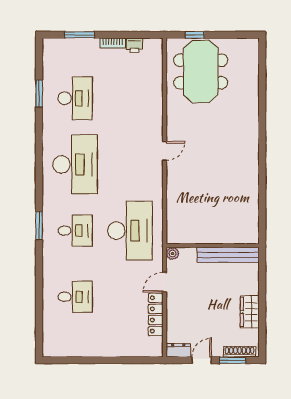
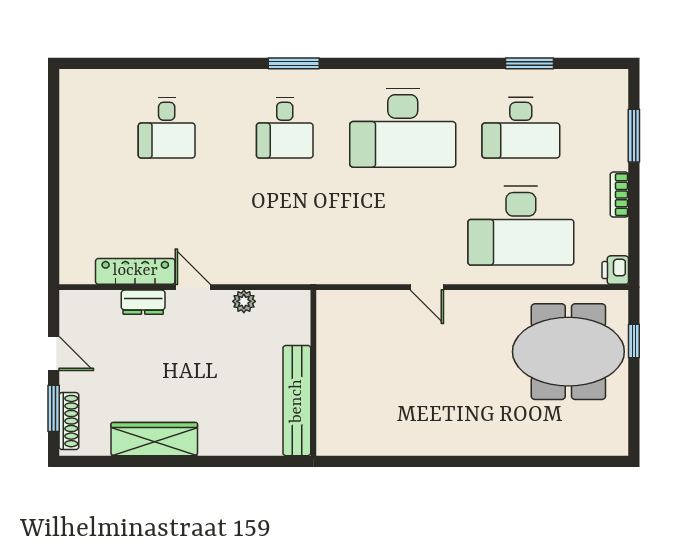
printer: (135, 45) -> (615, 270), moved
desk: (130, 231) -> (521, 226), moved
wall: (213, 246) -> (313, 373), moved
bench: (228, 255) -> (297, 401), moved
wardrobe: (250, 312) -> (154, 439), width x1.50
dresser: (178, 350) -> (143, 302), moved, turned 90

